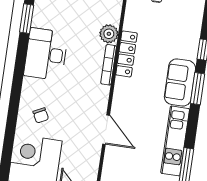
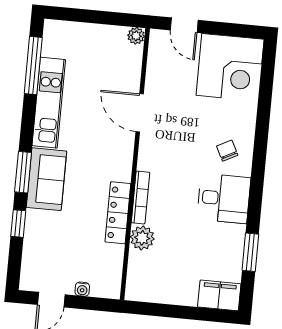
desk: (46, 54) -> (224, 198), width x0.73
chair: (41, 115) -> (227, 151), moved

